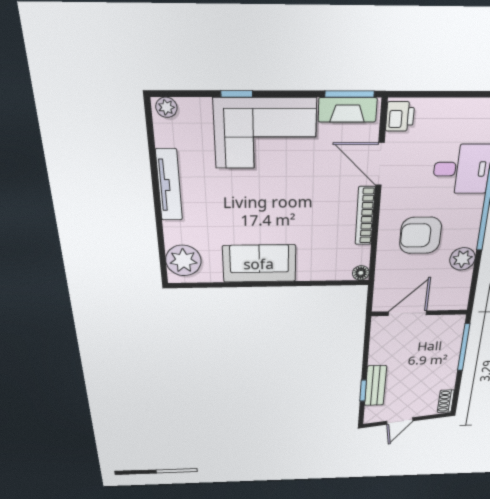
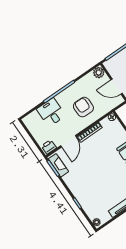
corner sofa: (265, 133) -> (84, 186), removed
armchair: (420, 235) -> (83, 107), turned 180
plant: (462, 259) -> (99, 73), moved

